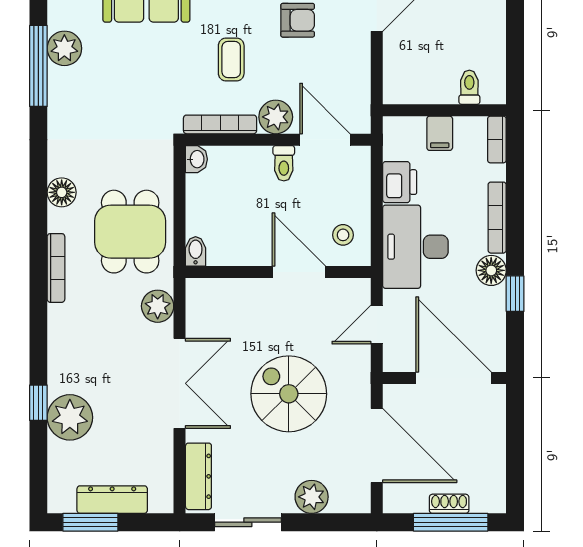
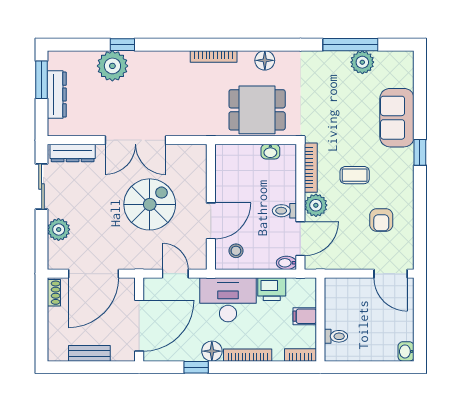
washbasin: (196, 159) -> (270, 152), moved
dining table: (130, 232) -> (257, 110), moved
bidet: (196, 251) -> (286, 263), moved, turned 180
plant: (158, 306) -> (188, 125), removed
spiral stairs: (289, 394) -> (150, 204), moved
bench: (495, 451) -> (89, 353), added
shoe rack: (449, 504) -> (54, 293), moved
window: (451, 522) -> (42, 324), removed

